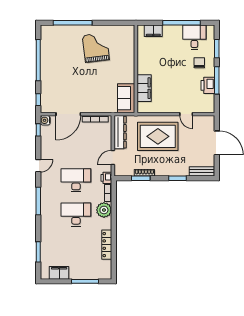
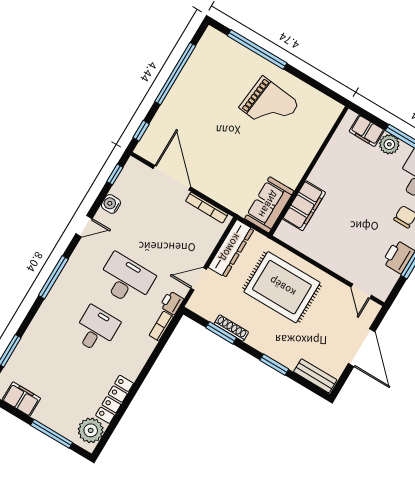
plant: (169, 31) -> (389, 144), added
grand piano: (96, 48) -> (269, 105), turned 103
door: (68, 114) -> (172, 178), swing flipped
door: (186, 114) -> (361, 291), moved
water cooler: (45, 120) -> (111, 204), moved
plant: (104, 210) -> (91, 430), moved
desk: (76, 215) -> (96, 329), width x0.73

